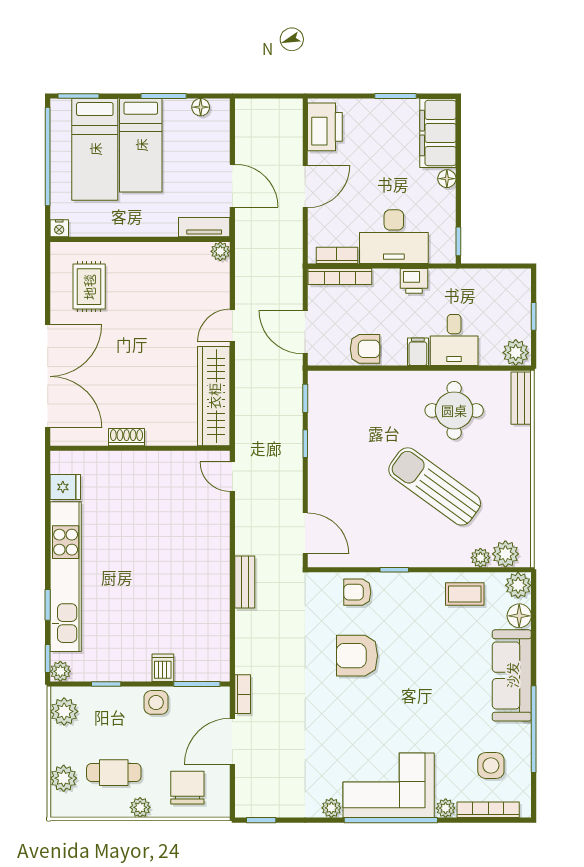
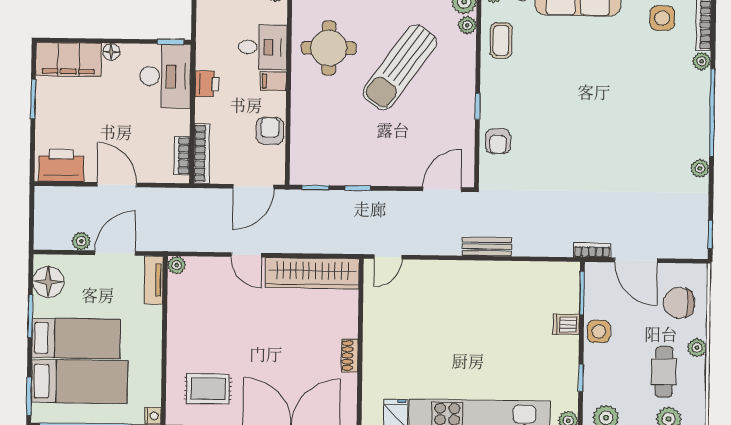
floor lamp: (201, 107) -> (48, 282), width x1.89, depth x1.89
plant: (244, 149) -> (81, 241), added
desk: (394, 237) -> (165, 76), moved
armchair: (357, 656) -> (557, 142), removed
corner sofa: (389, 785) -> (679, 114), removed

